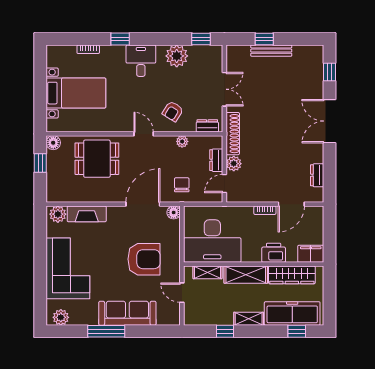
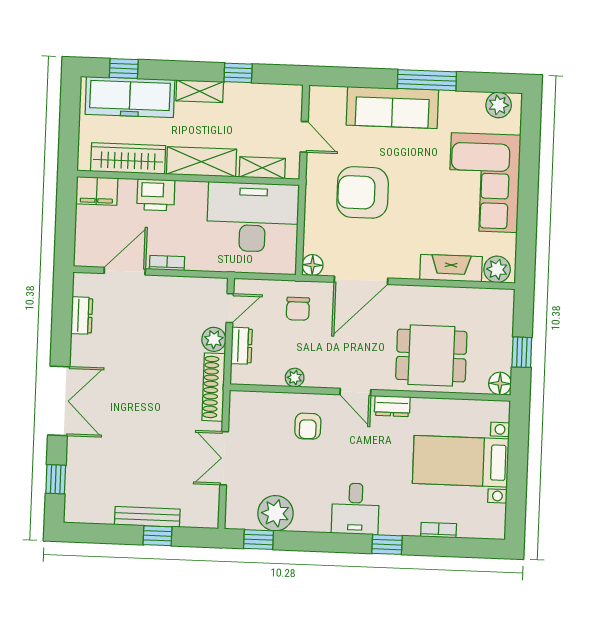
plant: (177, 56) -> (275, 513), moved
armchair: (173, 111) -> (308, 426), turned 148
dresser: (207, 126) -> (392, 406), moved

